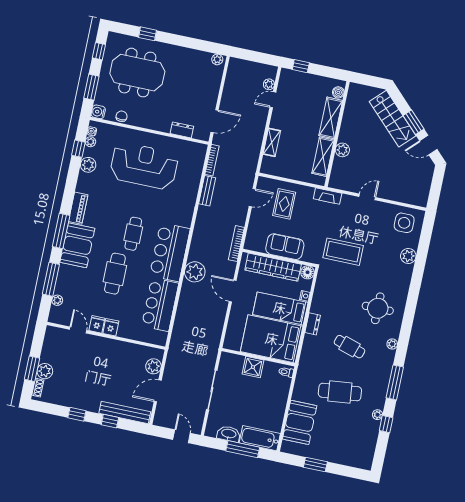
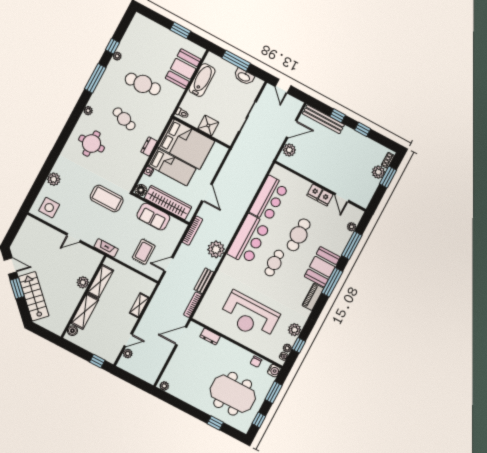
plant: (195, 272) -> (216, 249), moved
bathtub: (260, 438) -> (202, 80), moved, turned -90

